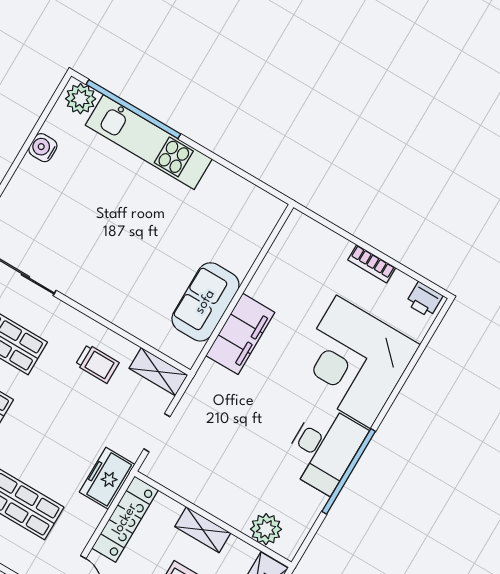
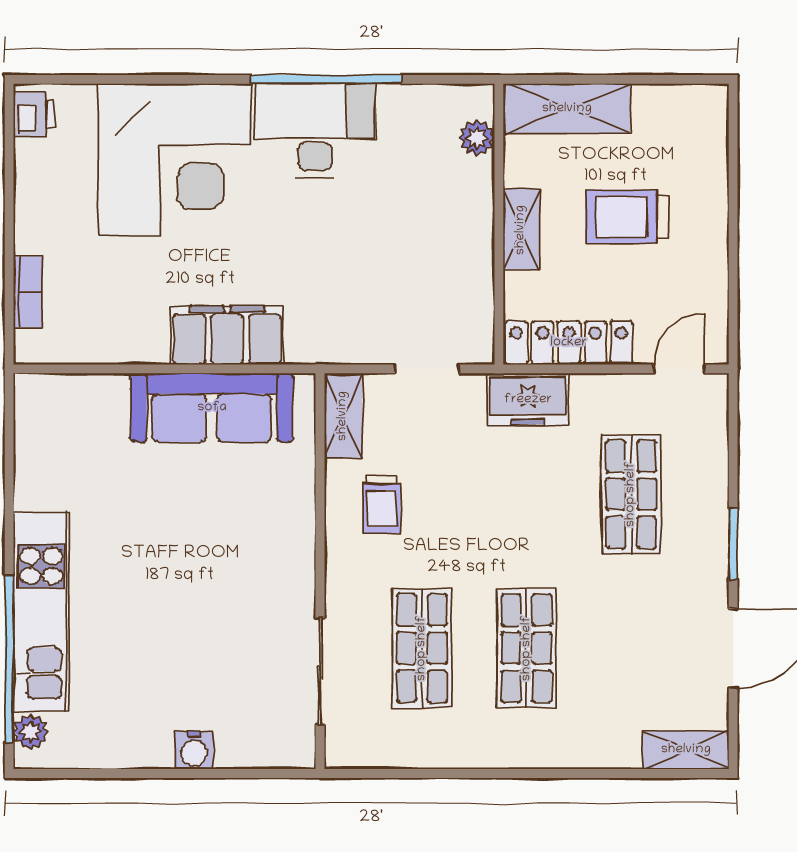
plant: (81, 99) -> (31, 732), width x0.73, depth x0.73
water cooler: (43, 148) -> (194, 750), moved
bookcase: (372, 264) -> (28, 292), moved
sofa: (205, 302) -> (212, 408), width x1.36
trolley: (97, 364) -> (381, 504), turned 180
plant: (266, 529) -> (477, 138), width x0.73, depth x0.73

